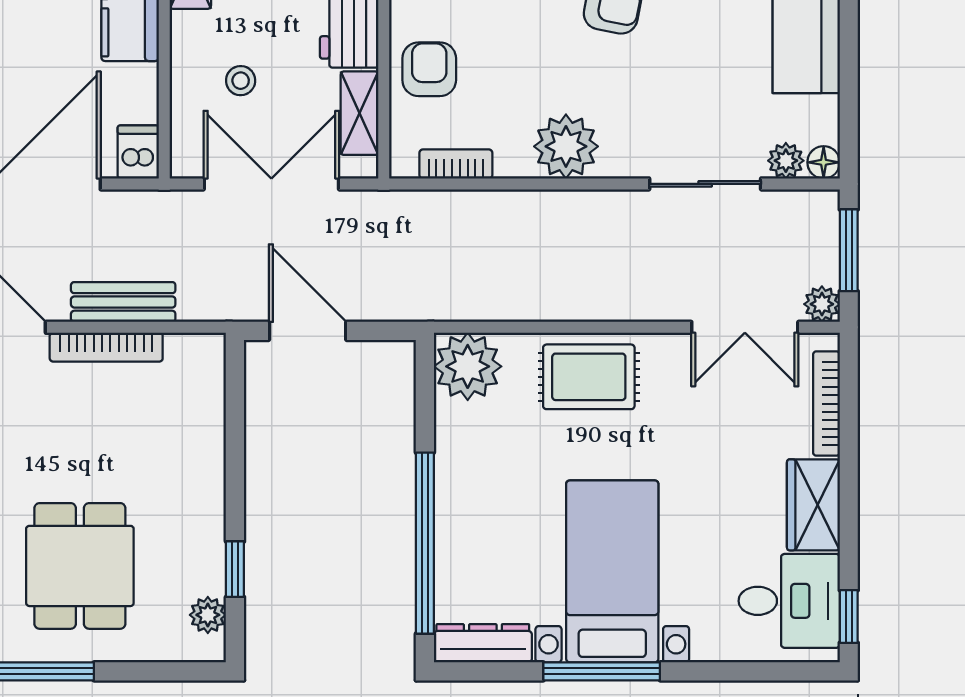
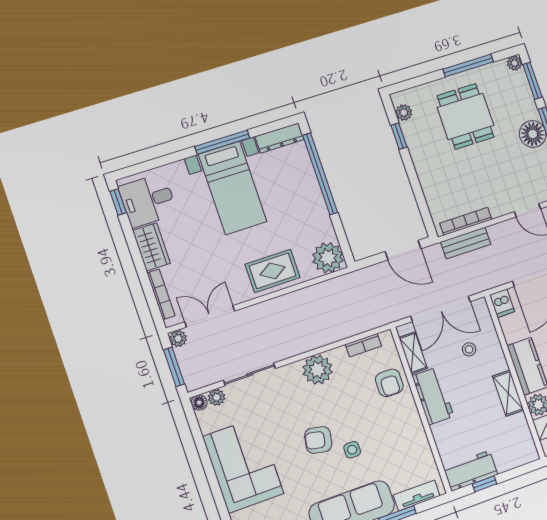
bench: (123, 302) -> (466, 243), moved
bookcase: (106, 347) -> (466, 221), moved

